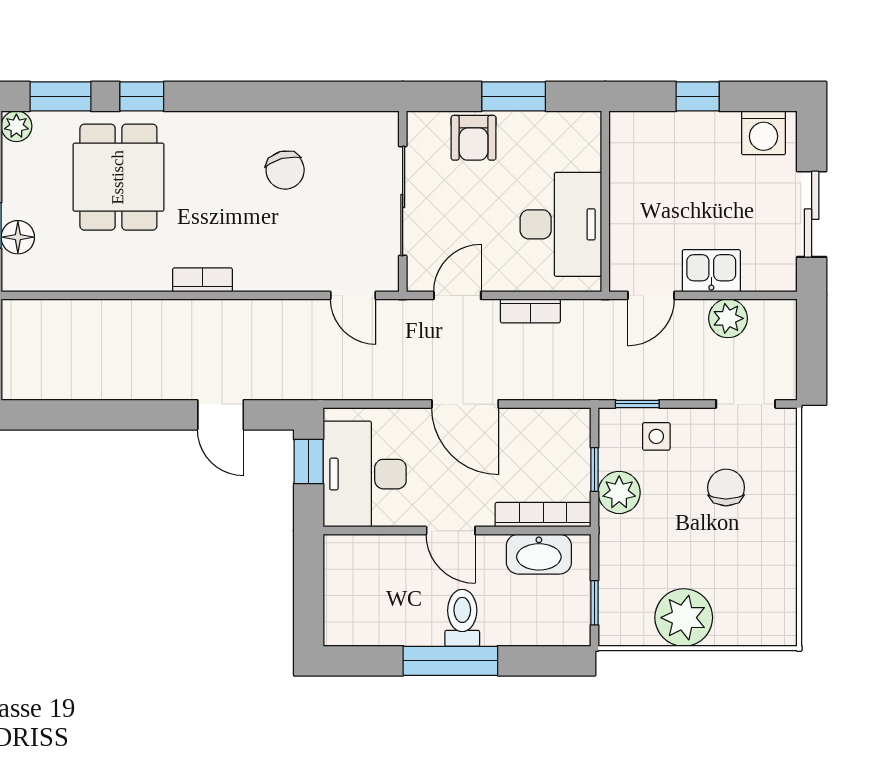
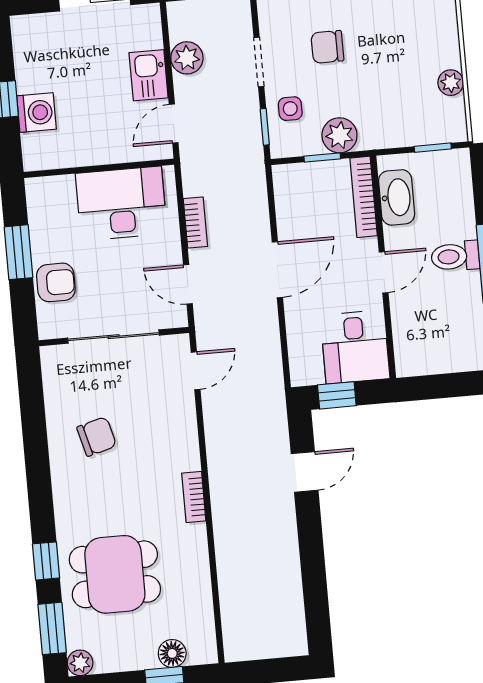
washing machine: (764, 133) -> (36, 113), moved
door: (651, 295) -> (174, 124), swing flipped
doorway: (746, 404) -> (259, 62), moved
desk: (365, 474) -> (355, 347), width x0.73
plant: (684, 618) -> (451, 83), width x0.53, depth x0.53

